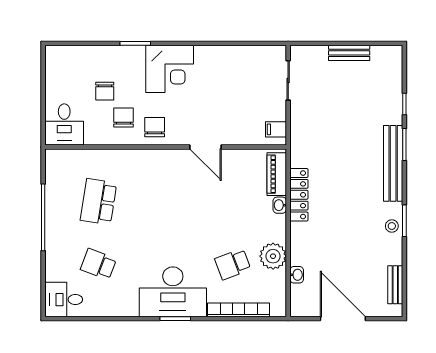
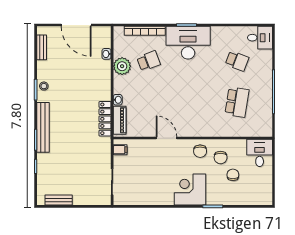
bench: (349, 53) -> (59, 200), moved
locker: (299, 195) -> (105, 119), moved

